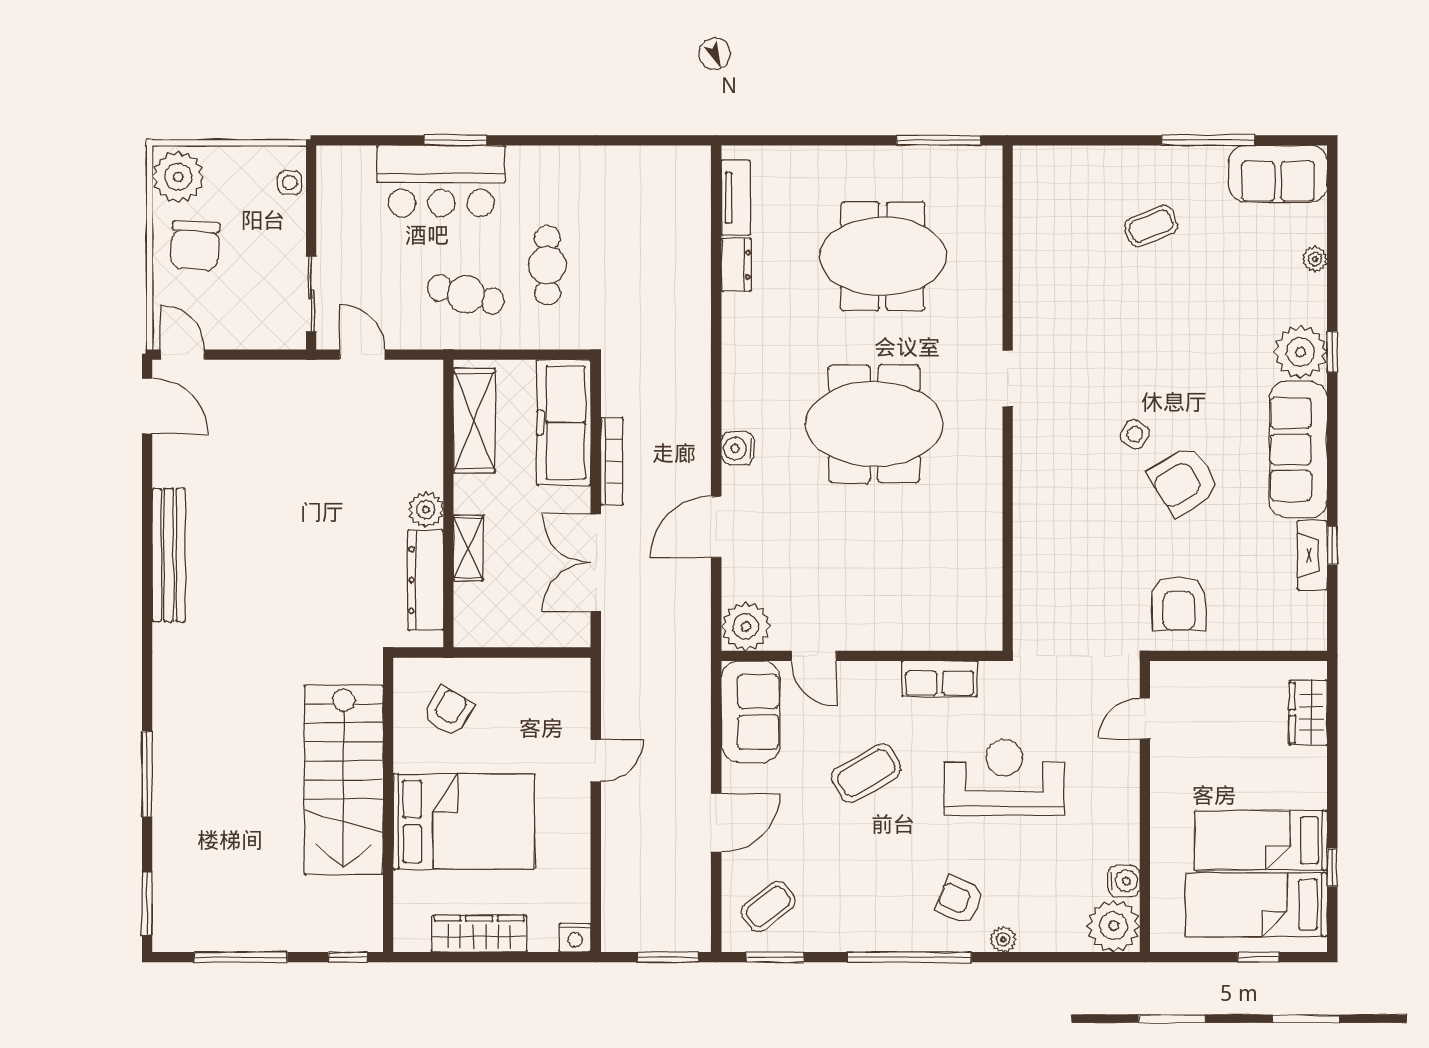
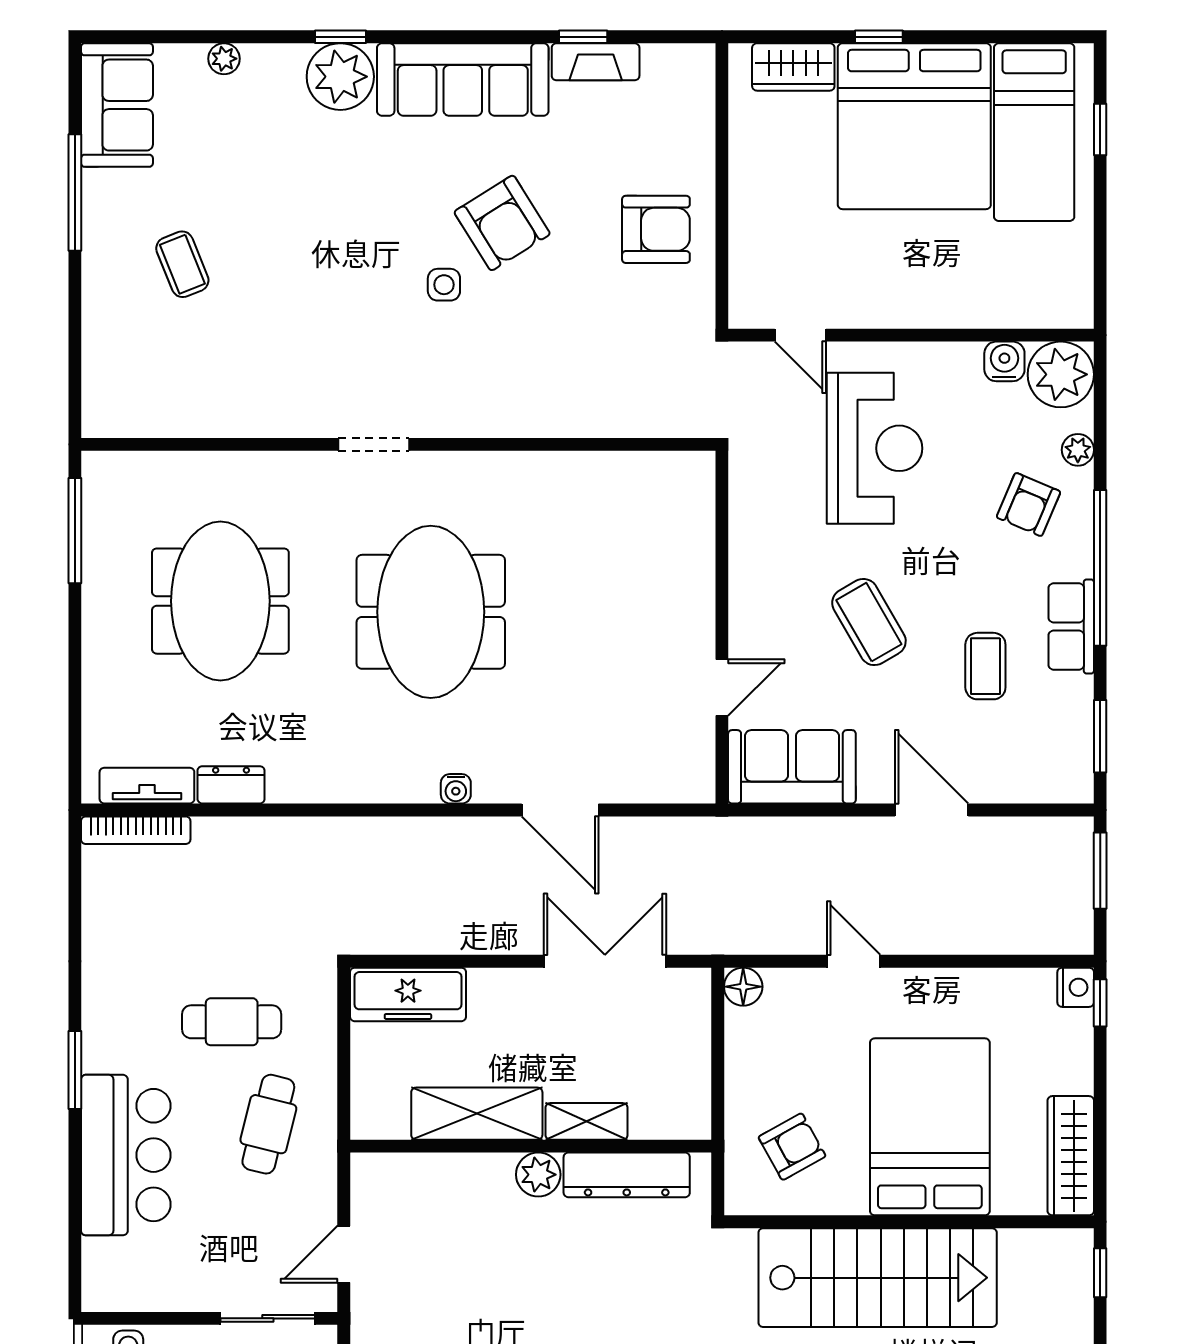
window: (455, 140) -> (75, 1070), moved
shelving: (474, 420) -> (477, 1114), moved
freezer: (564, 423) -> (408, 994), width x0.73, depth x0.79
side table: (1135, 434) -> (444, 285), turned -32
water cooler: (738, 448) -> (456, 789), width x0.72, depth x0.72
bookcase: (612, 461) -> (136, 830), moved, turned 180
double door: (596, 563) -> (605, 961), swing flipped
plant: (746, 626) -> (685, 773), removed
floor lamp: (575, 673) -> (743, 987), added
row of seats: (940, 679) -> (1071, 626), moved, turned 180
armchair: (448, 712) -> (792, 1147), turned 120
door: (1145, 718) -> (800, 335), moved
reception desk: (1004, 777) -> (875, 448), turned 180
wall: (1145, 807) -> (911, 335), moved
bed: (1261, 840) -> (914, 126), width x2.04
window: (1332, 868) -> (879, 37), moved
water cooler: (1124, 881) -> (1004, 361), moved
coffee table: (768, 907) -> (985, 666), moved, turned 38
plant: (1113, 926) -> (1061, 374), moved
wardrobe: (479, 934) -> (1071, 1156), moved
window: (563, 957) -> (1100, 1003), added

